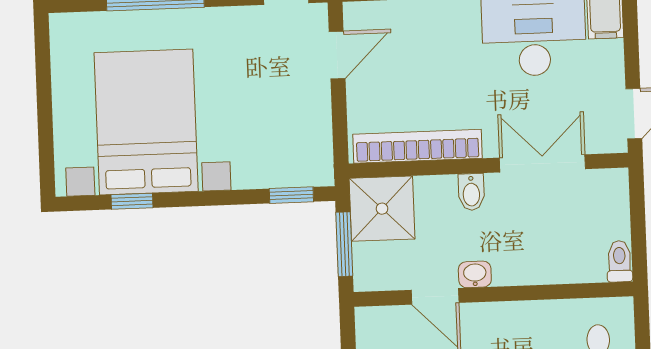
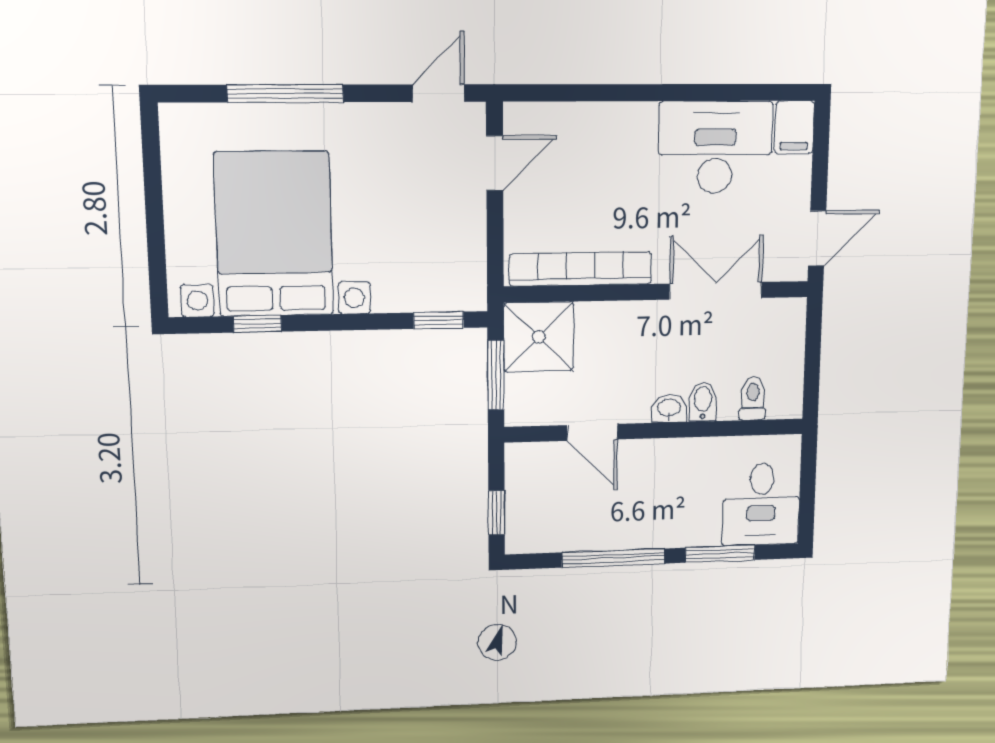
bidet: (471, 192) -> (703, 402), moved, turned 180
toilet: (619, 261) -> (753, 398), moved
washbasin: (475, 274) -> (669, 408), moved

